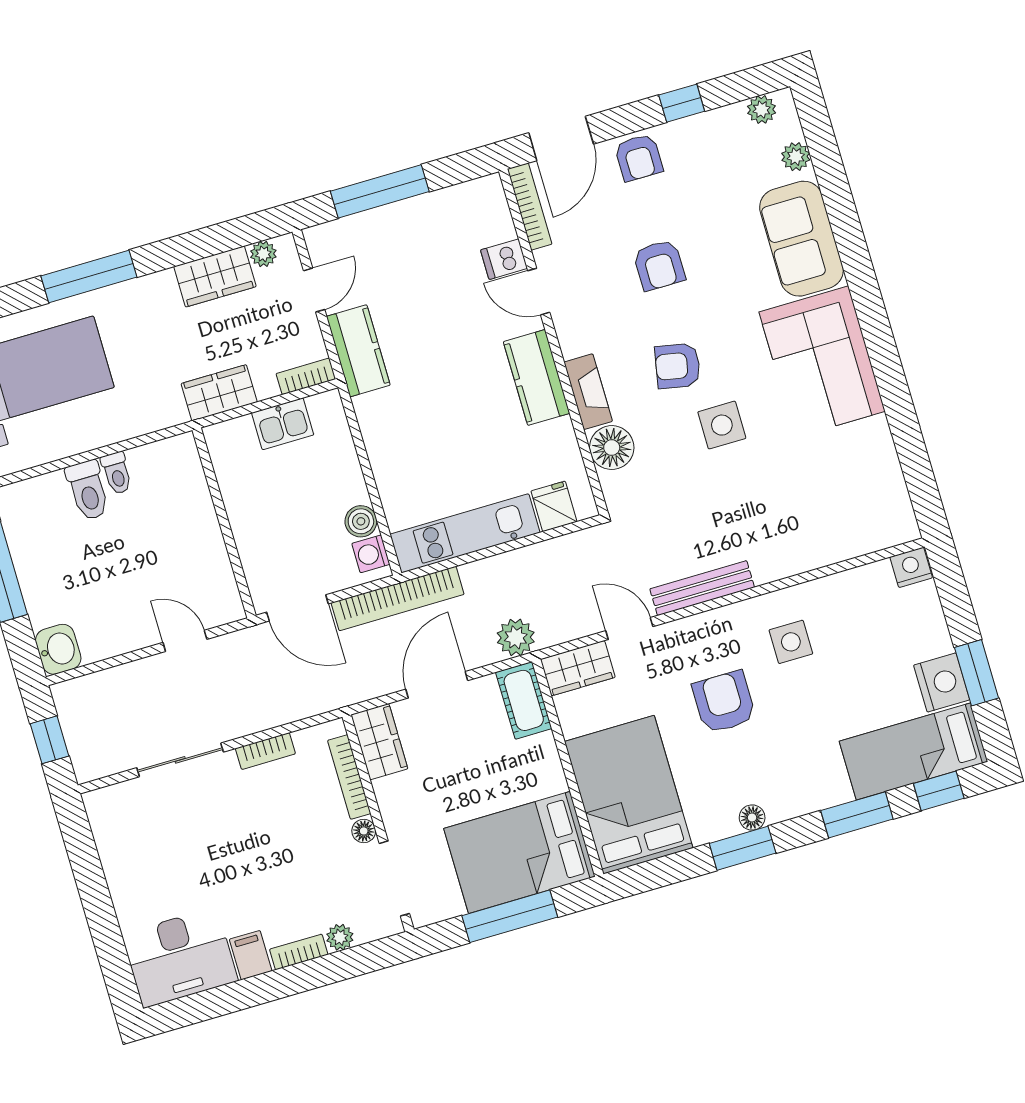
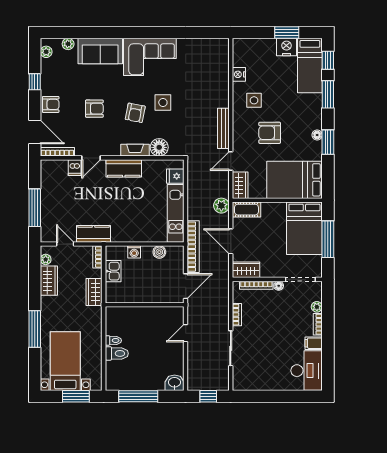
washing machine: (371, 554) -> (134, 252), moved
nightstand: (911, 567) -> (239, 74), moved

